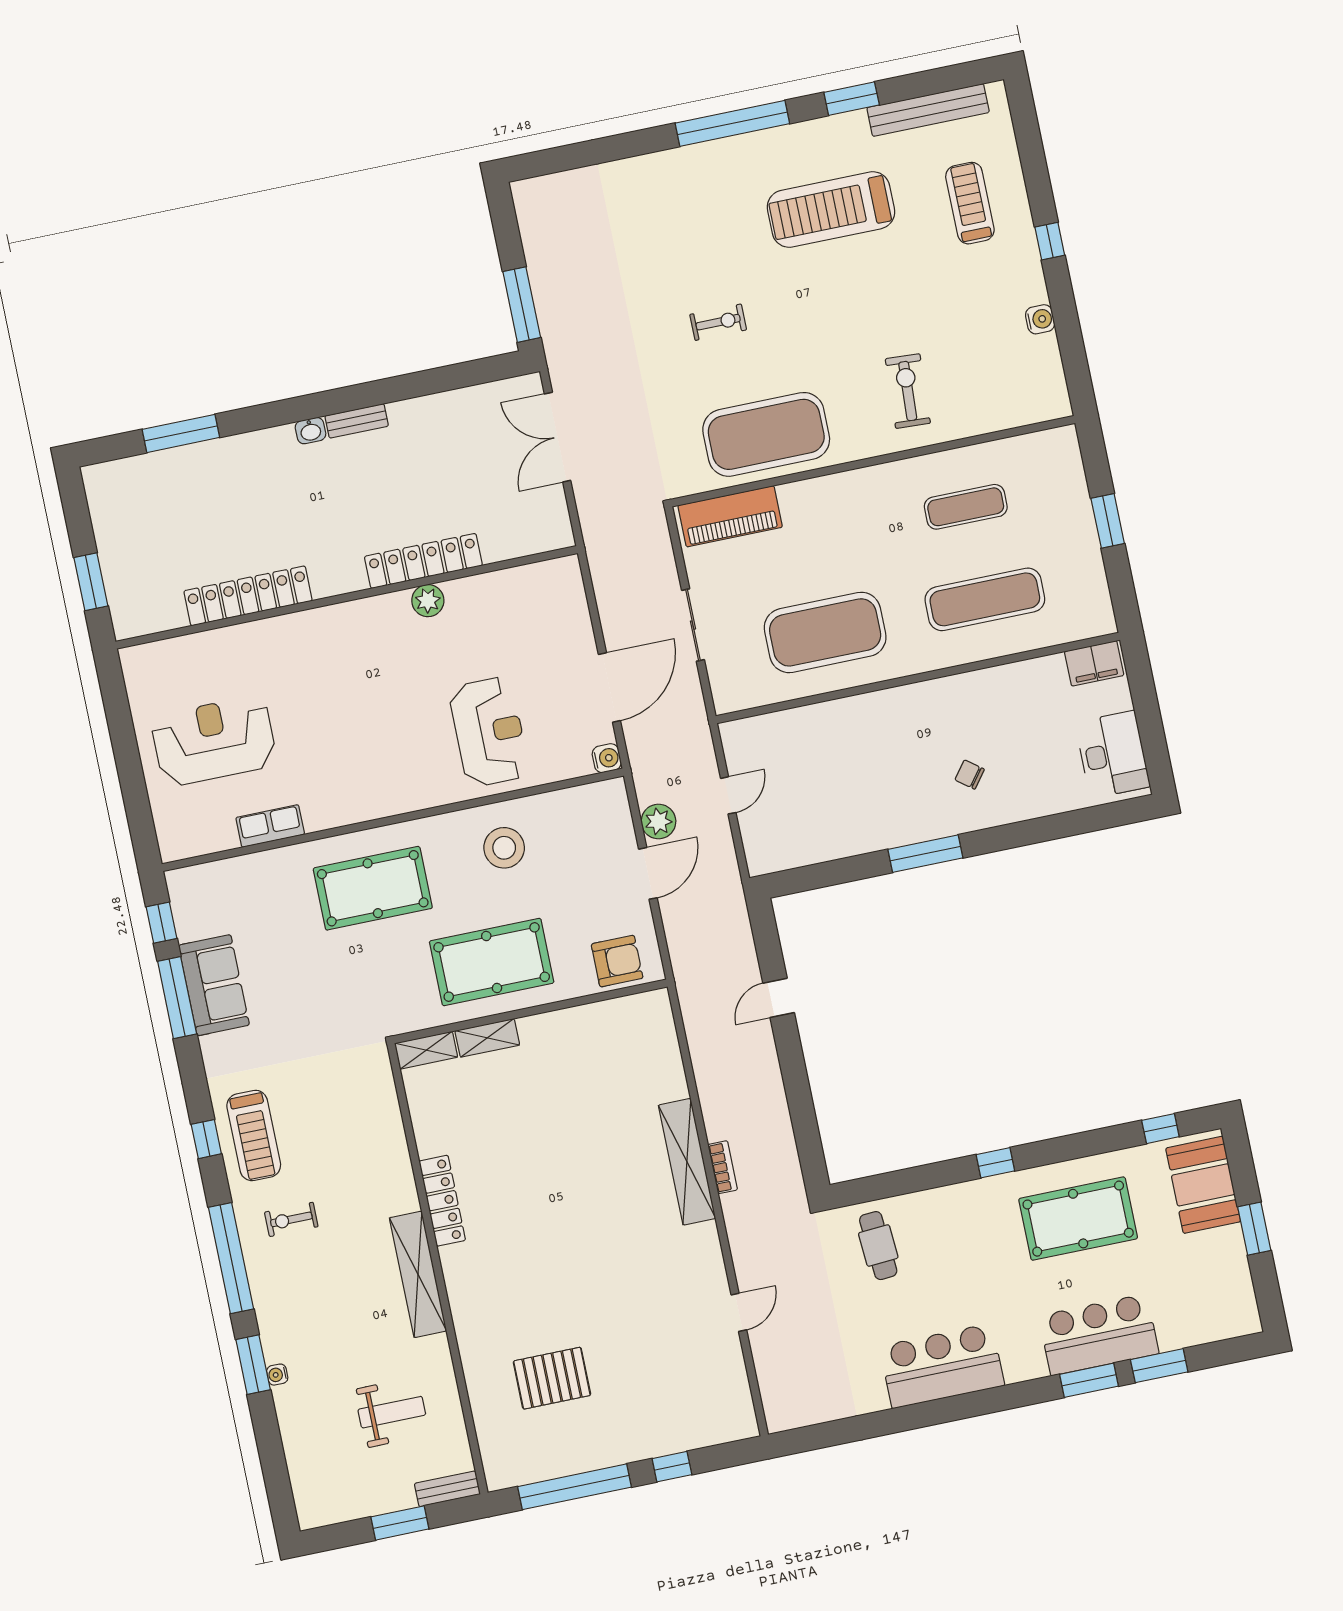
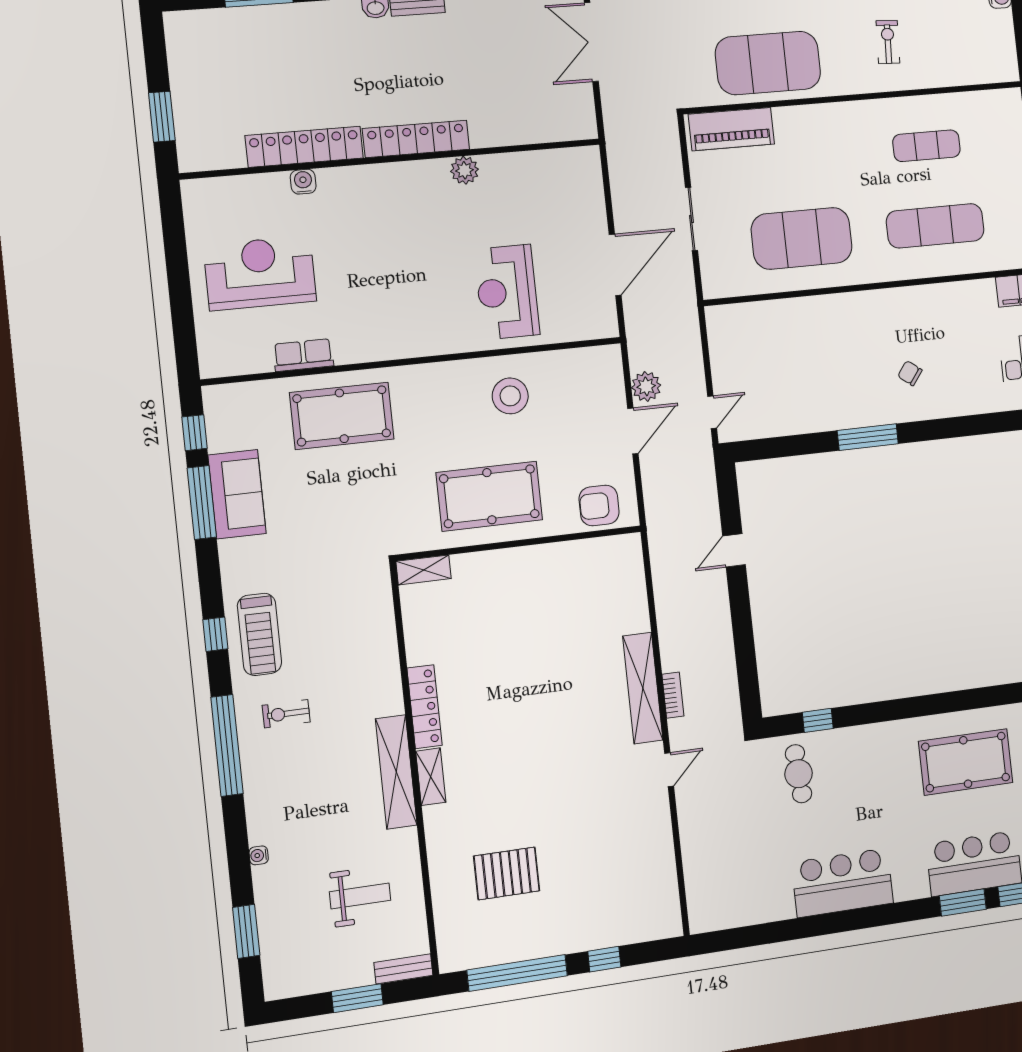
exercise bike: (908, 391) -> (888, 42), width x0.73, depth x0.72
locker: (423, 561) -> (416, 139), moved
reception desk: (489, 732) -> (507, 292), turned 180
water cooler: (607, 758) -> (303, 182), moved, turned -90
door: (728, 795) -> (712, 412), moved
pool table: (373, 888) -> (342, 416), moved
armchair: (617, 961) -> (599, 506), turned 180
shelving: (487, 1038) -> (431, 777), moved, turned 90
window: (995, 1163) -> (818, 720), moved
door: (739, 1312) -> (669, 770), moved
window: (253, 1365) -> (246, 931), moved

